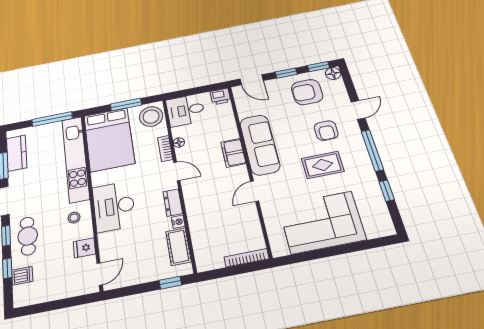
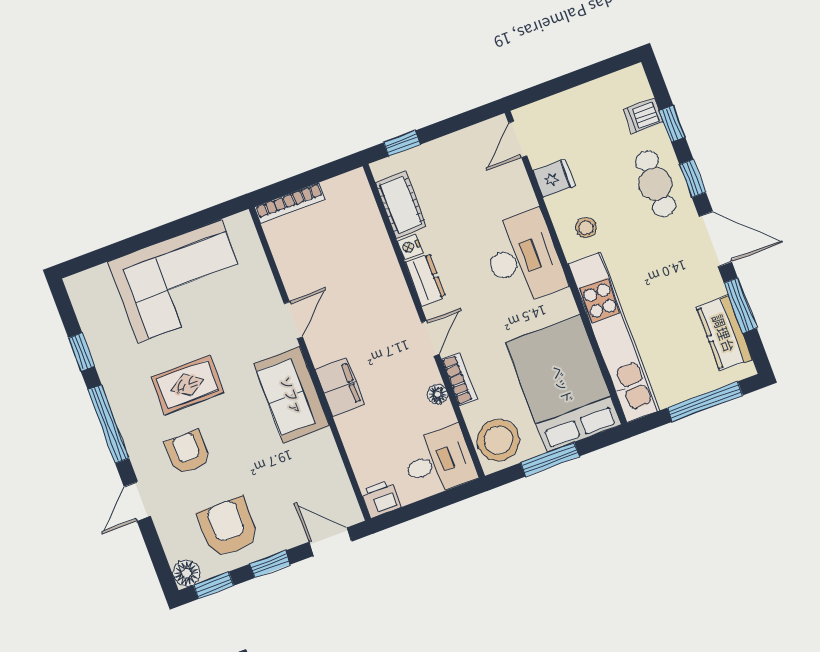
armchair: (307, 92) -> (228, 527), turned -90
window: (52, 119) -> (705, 401), moved
sofa: (260, 145) -> (292, 395), width x0.73
door: (177, 171) -> (430, 338), swing flipped

